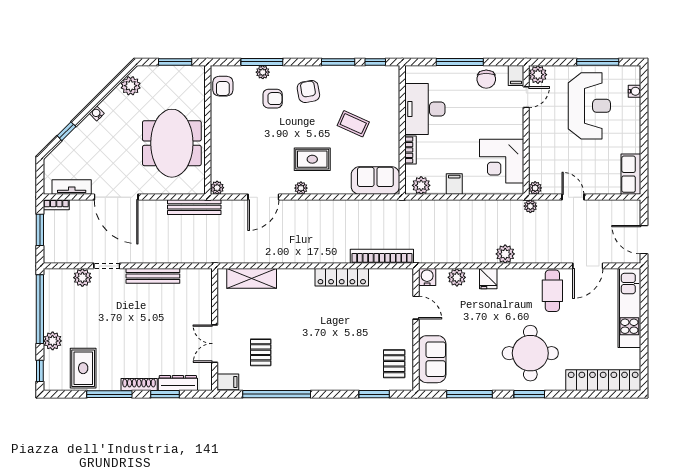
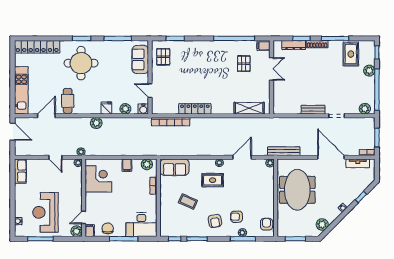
desk: (425, 109) -> (141, 225), moved, turned 90
bench: (153, 276) -> (313, 110), width x0.73
plant: (82, 278) -> (365, 109), moved

